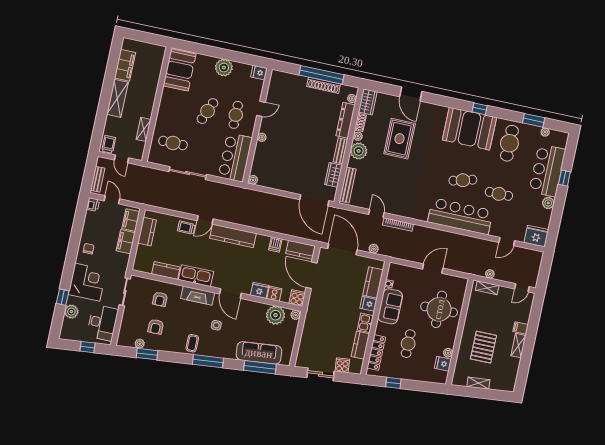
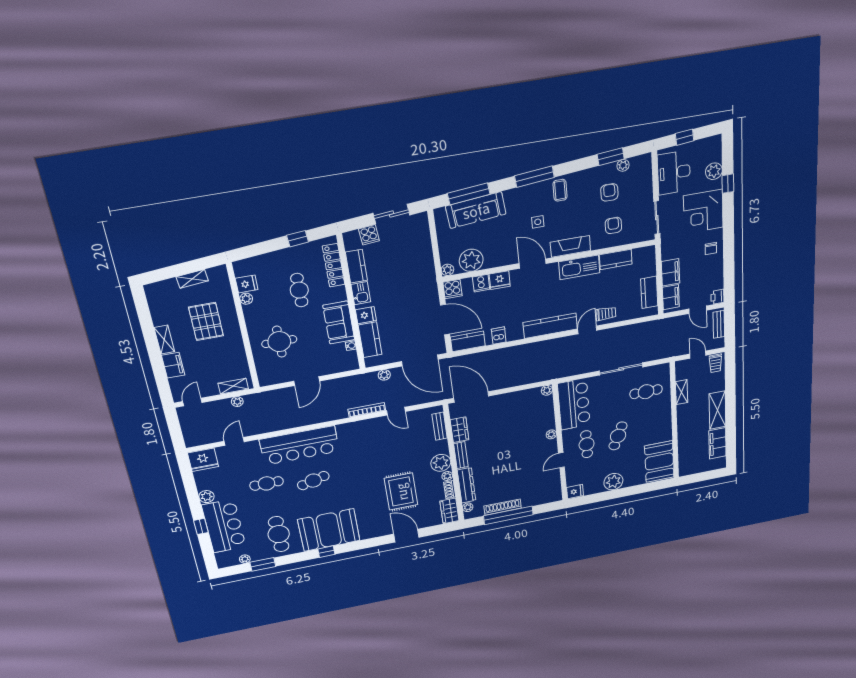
bench: (348, 185) -> (440, 426), width x0.73
round table: (439, 309) -> (279, 342), width x0.73, depth x0.73
filing cabinet: (521, 328) -> (173, 365), width x2.00

